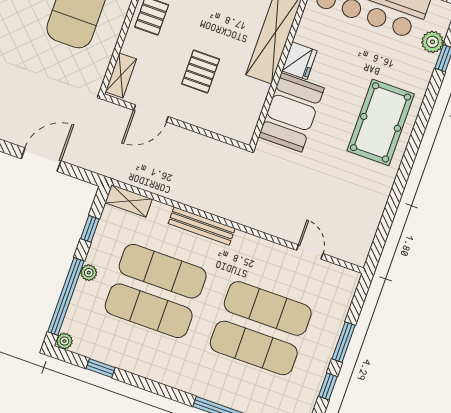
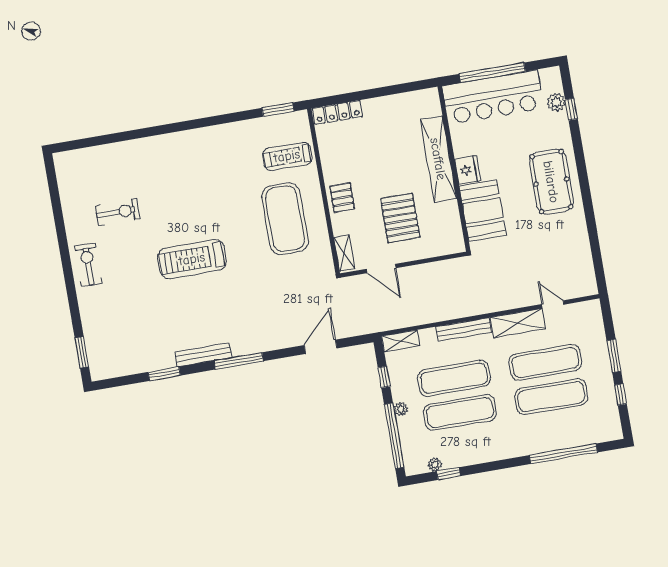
pallet: (201, 71) -> (400, 218), width x1.50, depth x1.42
door: (151, 113) -> (381, 269), hinge flipped
shelving: (262, 251) -> (518, 323), added
plant: (64, 341) -> (435, 465), moved

